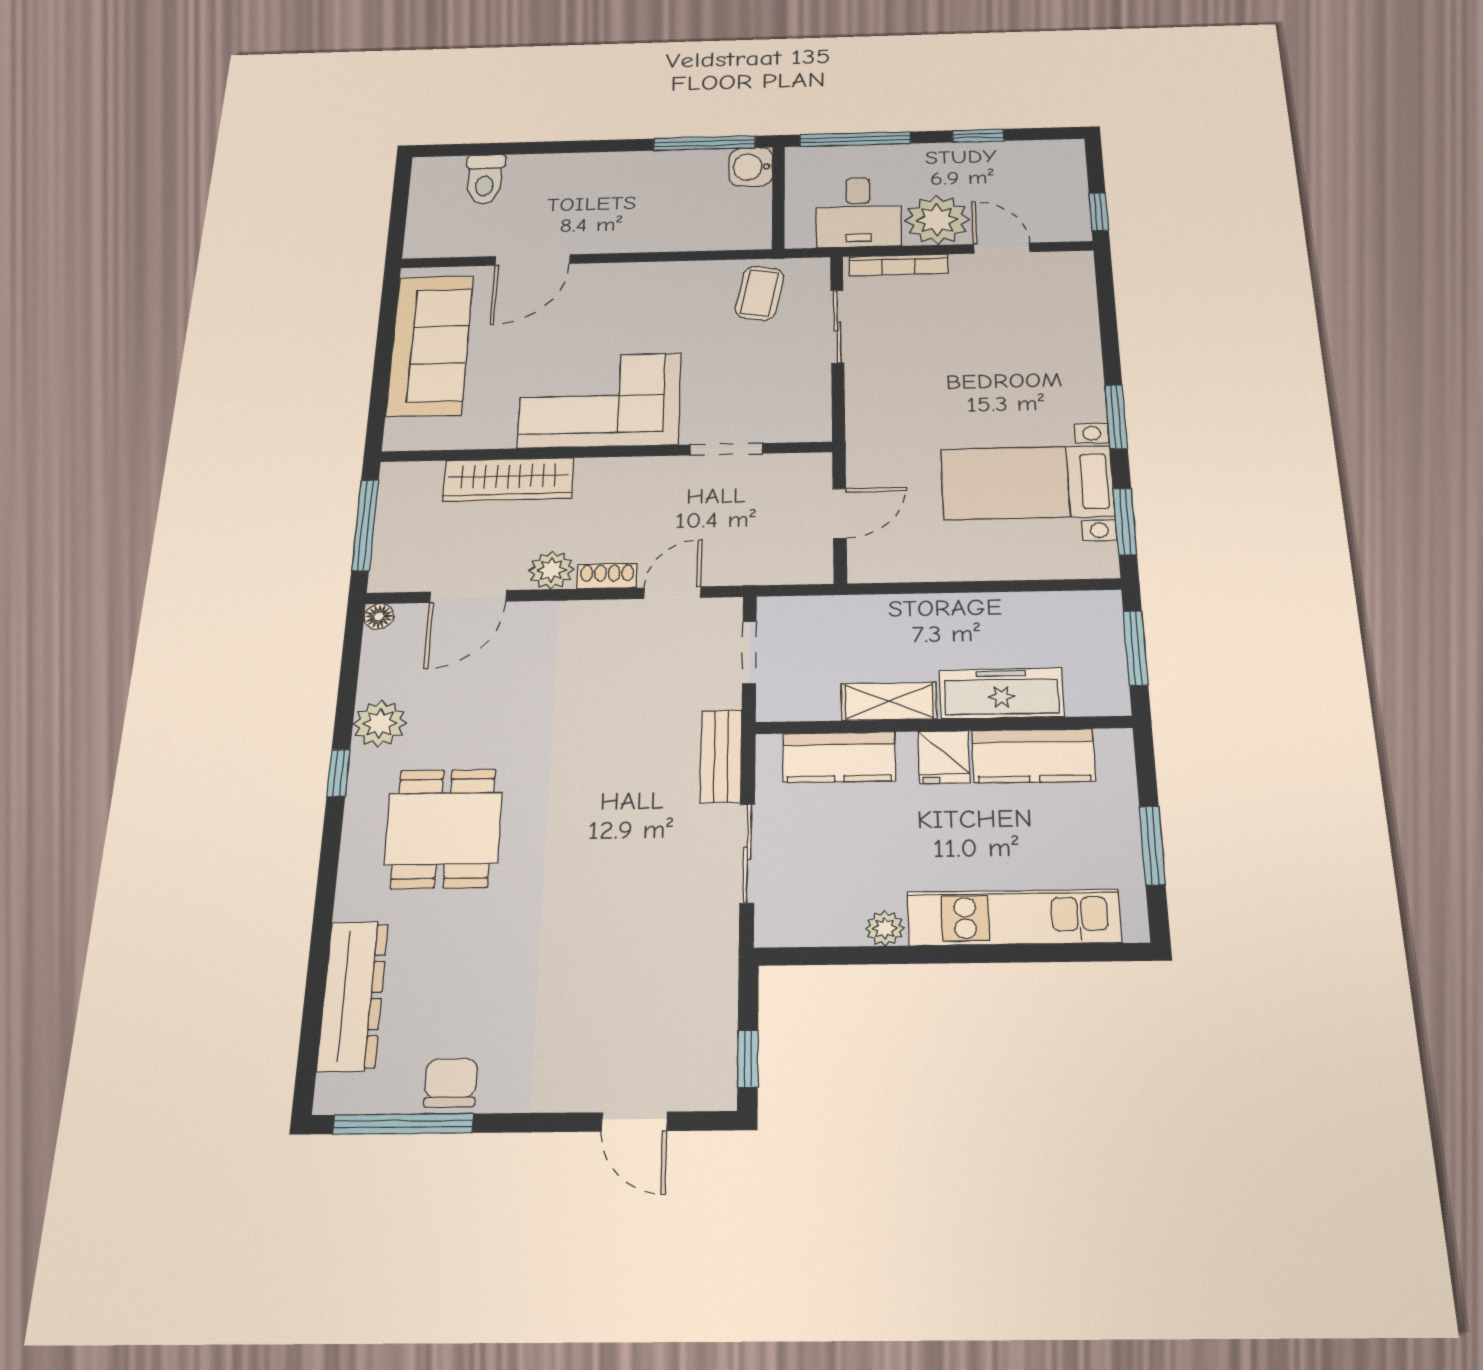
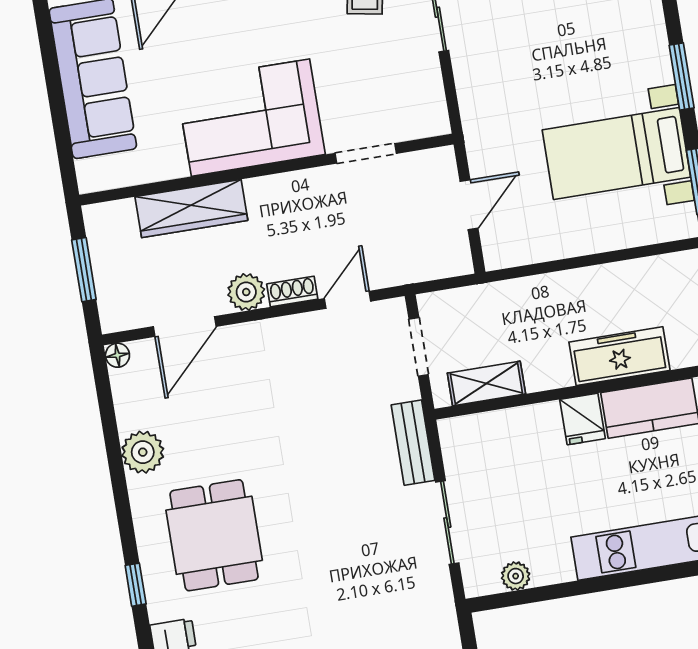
window: (365, 525) -> (84, 270), width x0.69
shelving: (889, 701) -> (486, 384), moved
kitchen counter: (839, 757) -> (503, 431), removed
window: (338, 773) -> (136, 585), moved
plant: (885, 928) -> (516, 576), moved

